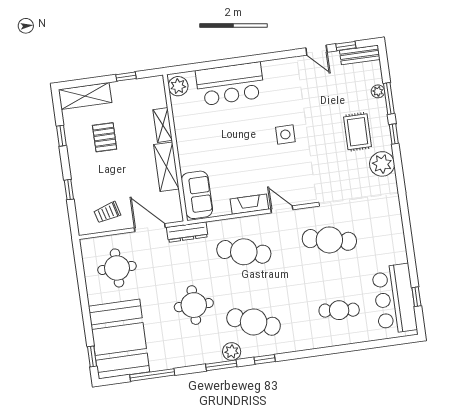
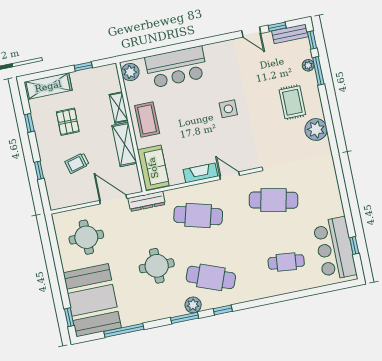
window: (394, 134) -> (312, 40), moved
coffee table: (194, 140) -> (147, 119), added
trolley: (107, 212) -> (77, 163), moved

